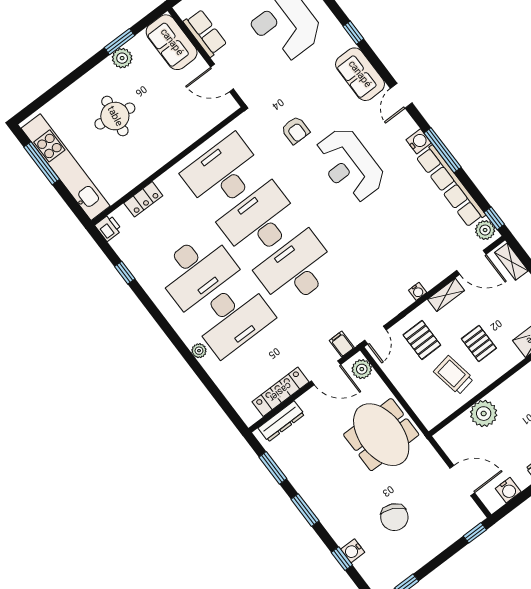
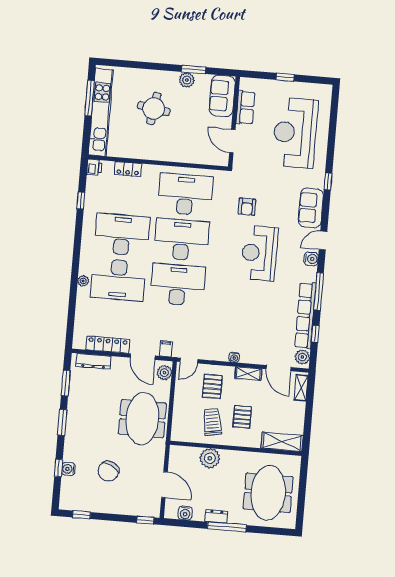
water cooler: (419, 141) -> (311, 259), moved
window: (494, 218) -> (315, 334), moved
desk: (196, 270) -> (122, 235), turned 180

